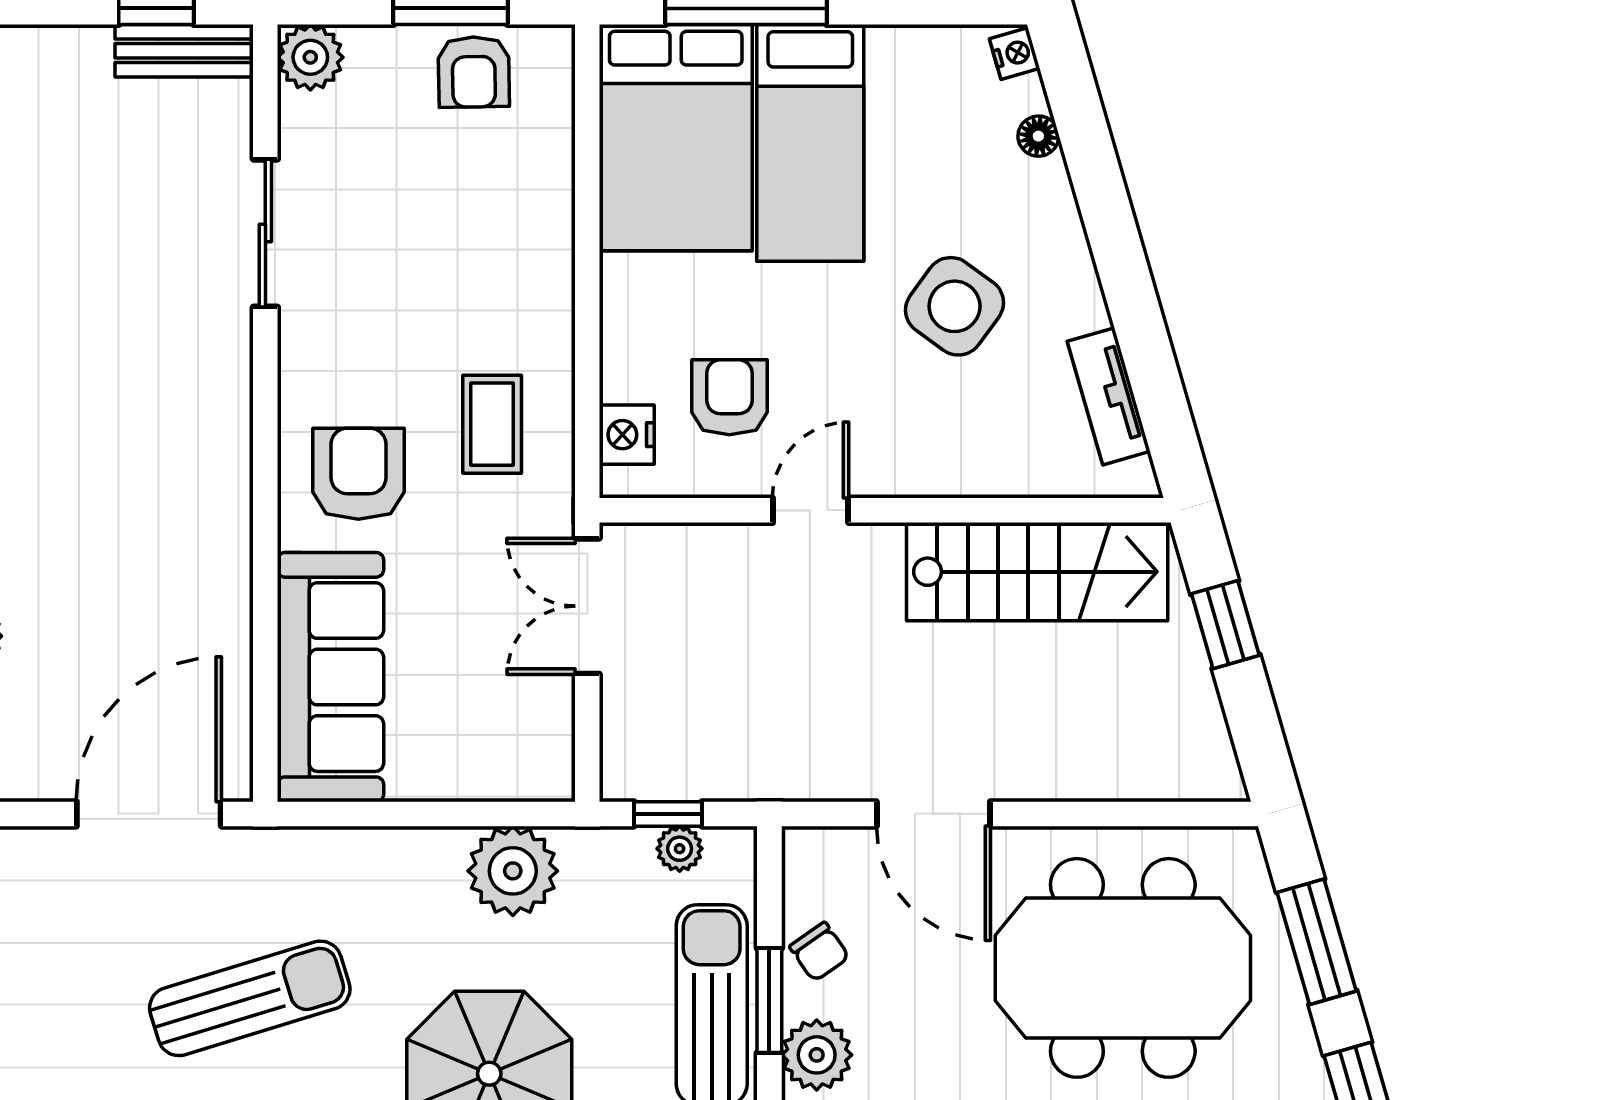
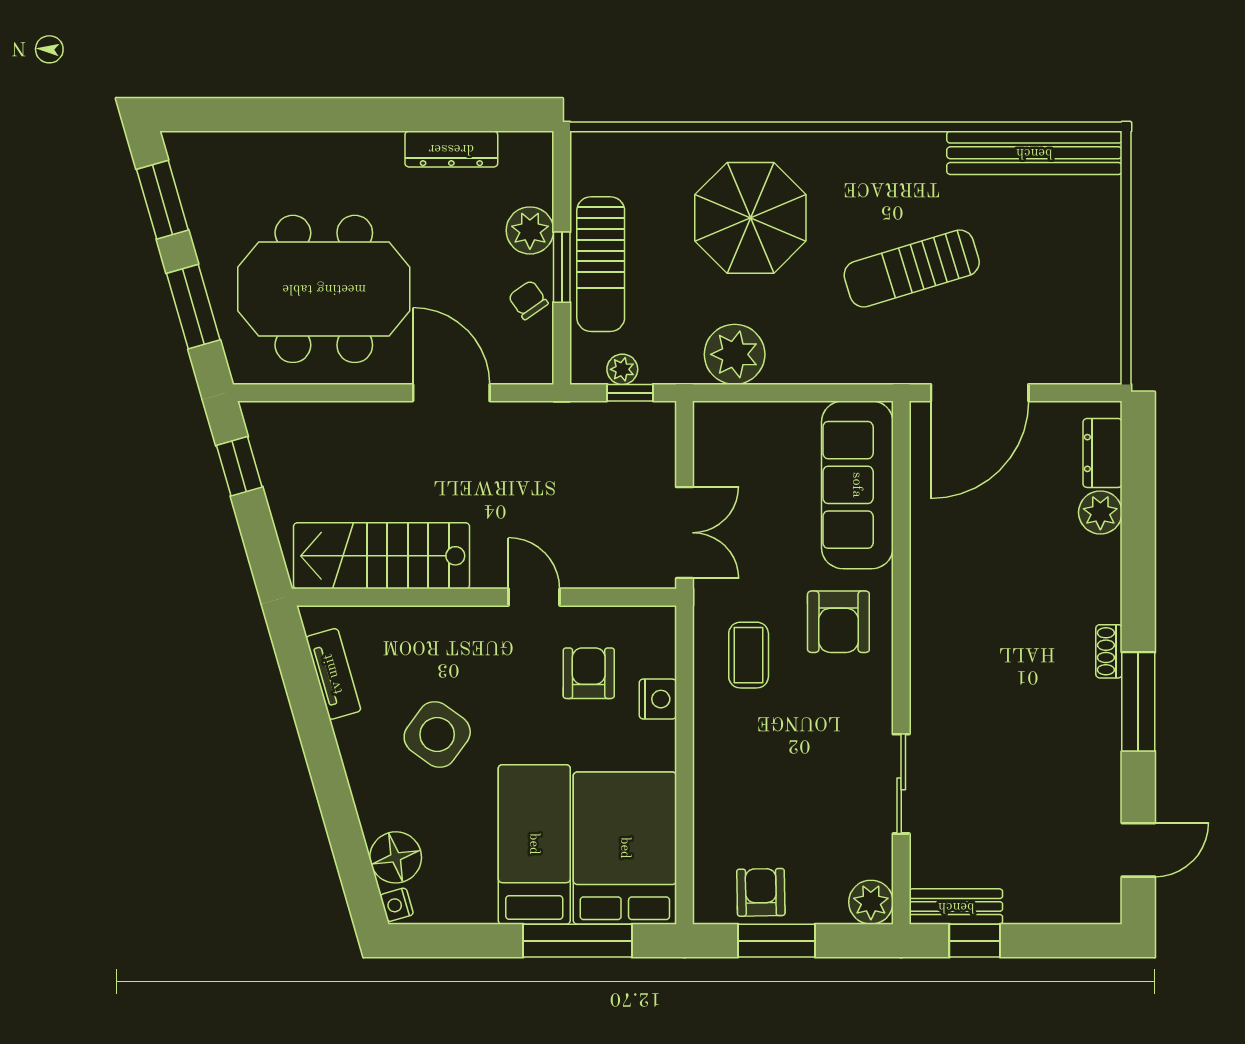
floor lamp: (1038, 136) -> (396, 857), width x1.89, depth x1.89
armchair: (729, 397) -> (589, 673), turned 180
nightstand: (627, 435) -> (658, 699), moved
door: (811, 510) -> (534, 597), swing flipped
window: (1225, 625) -> (239, 466), moved

